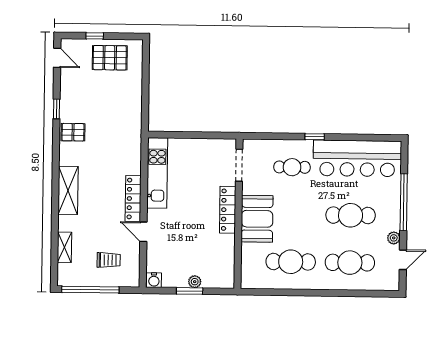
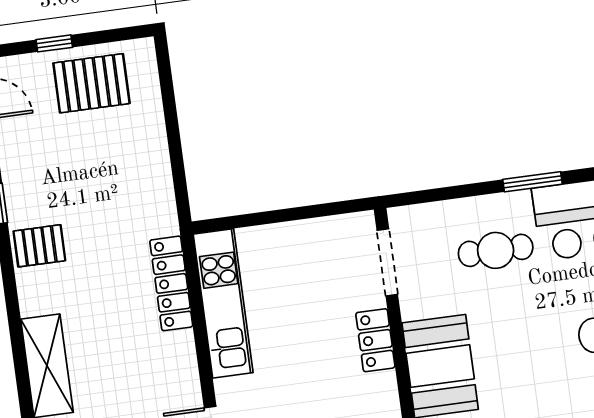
window: (315, 137) -> (532, 182), width x1.50
locker: (133, 199) -> (171, 283), moved
locker: (228, 210) -> (375, 340), width x0.66

